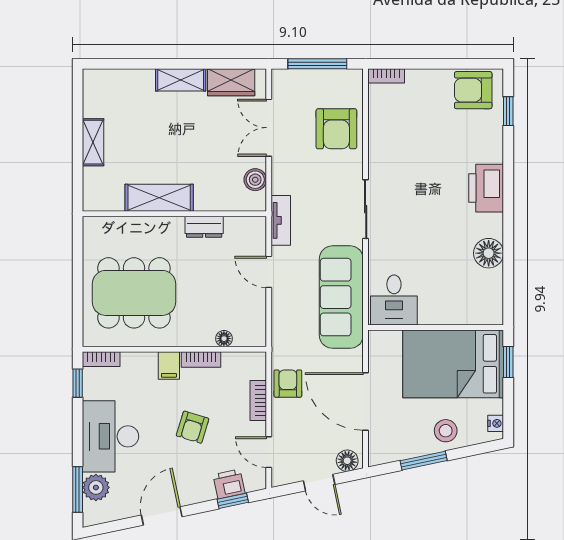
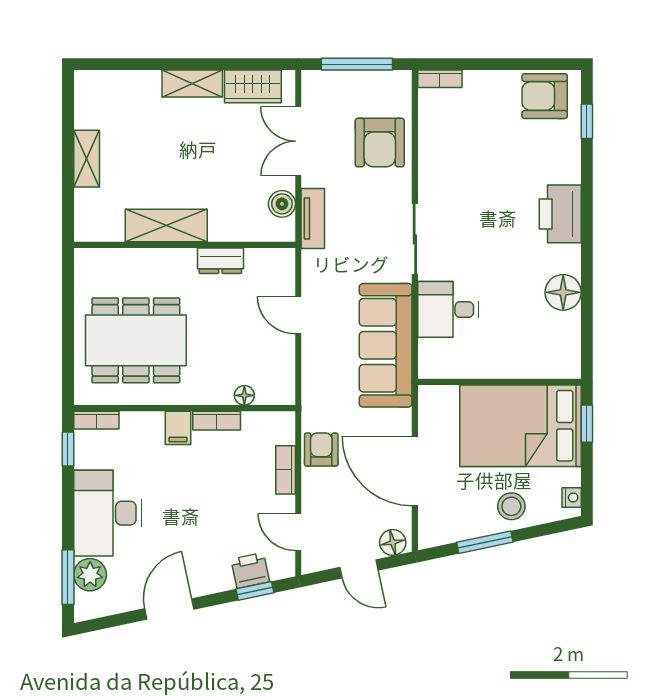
tv unit: (281, 220) -> (313, 219), moved
desk: (394, 300) -> (448, 309), moved, turned 90
armchair: (193, 427) -> (206, 502), removed

